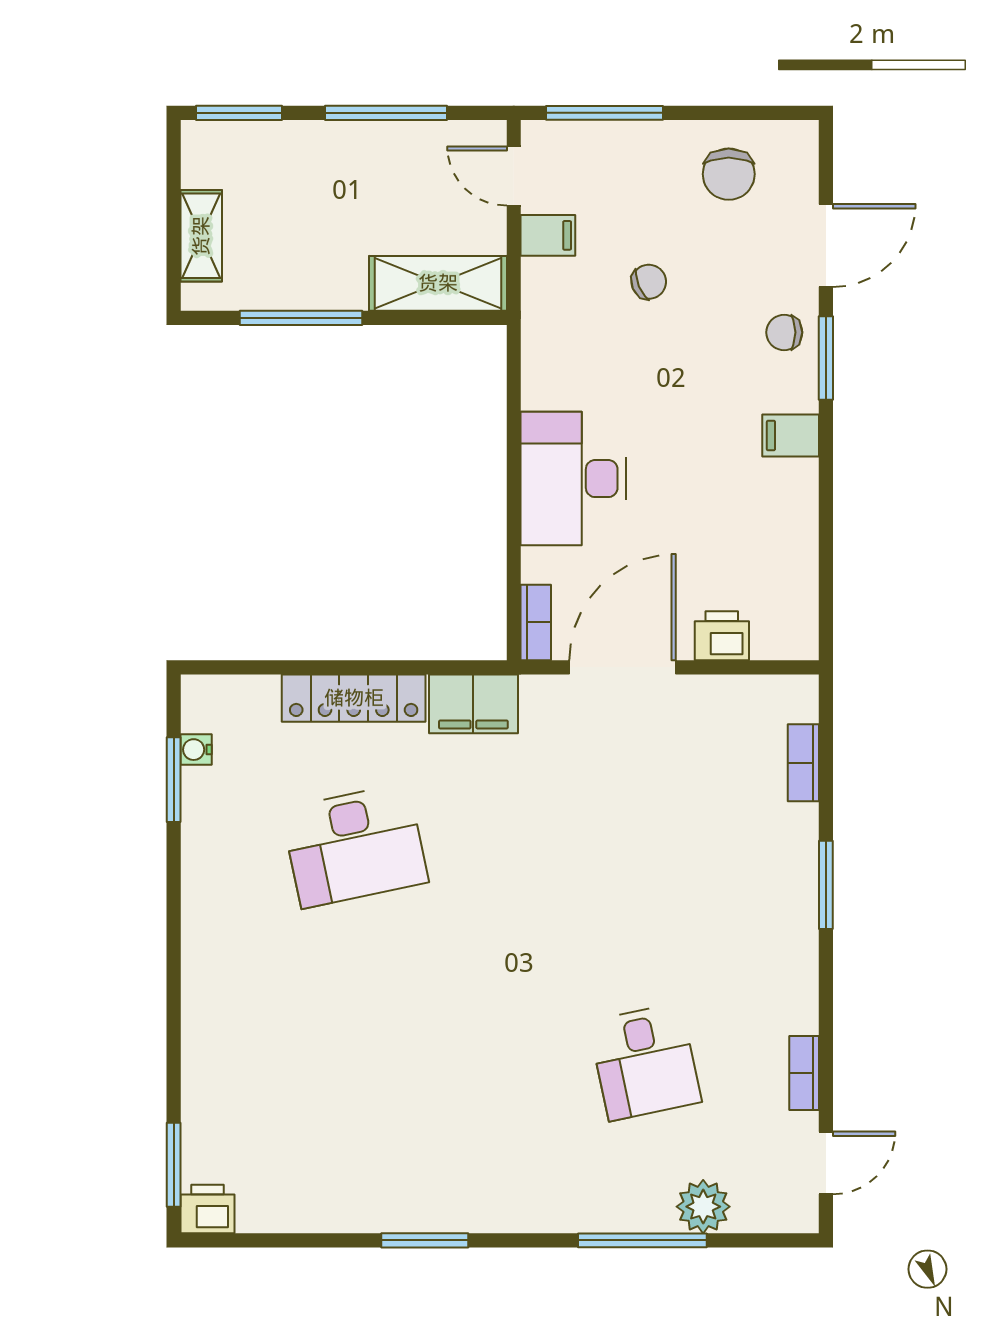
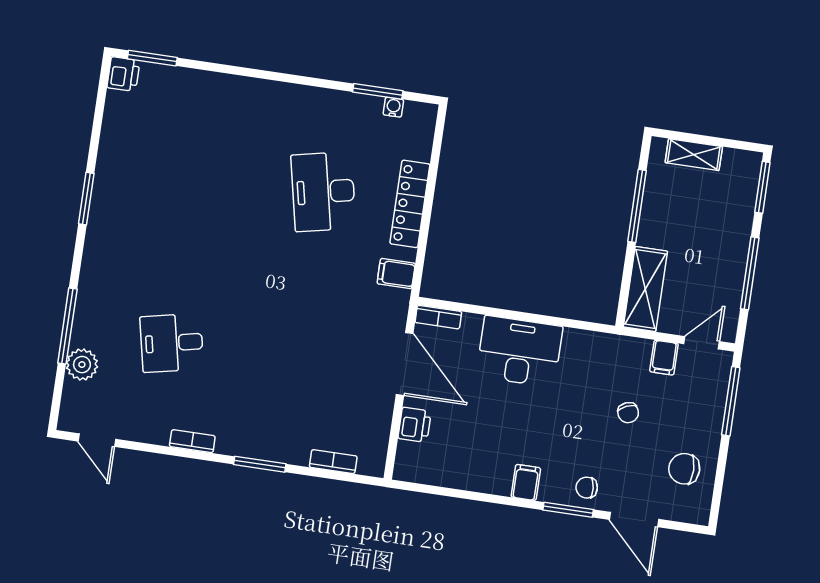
chair: (784, 332) -> (587, 488), turned -95
filing cabinet: (473, 704) -> (396, 273), width x0.50
bookcase: (804, 1073) -> (192, 441), moved

